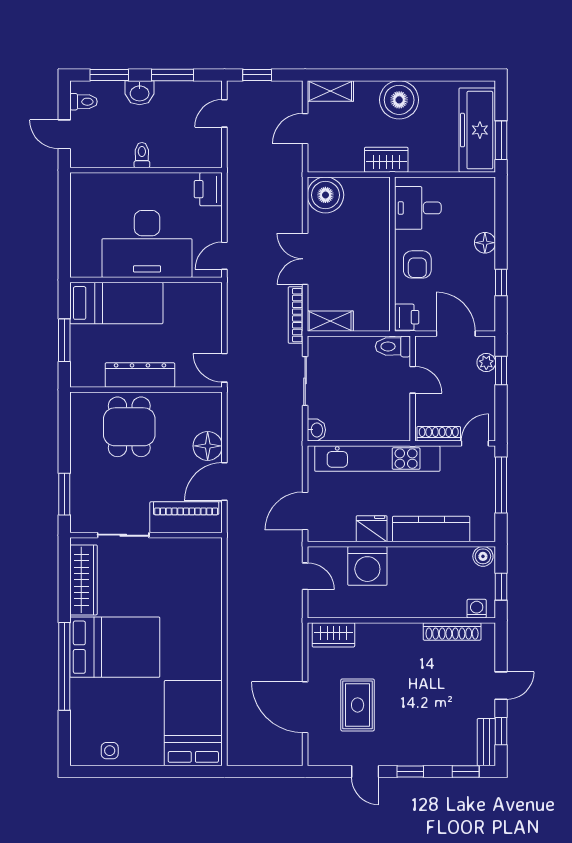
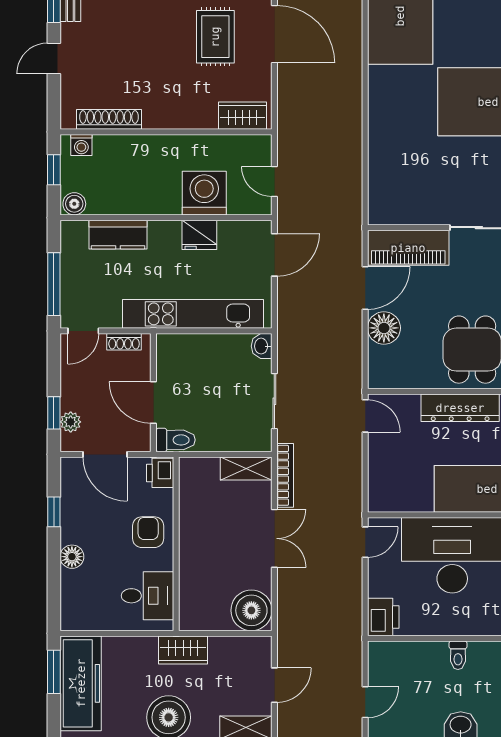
door: (413, 380) -> (153, 403), width x1.38
shoe rack: (439, 434) -> (124, 342), width x0.70
kitchen counter: (431, 529) -> (118, 235), width x0.67

